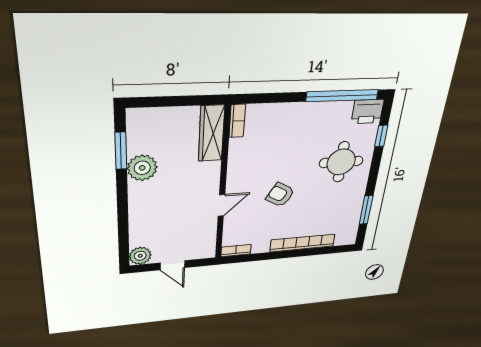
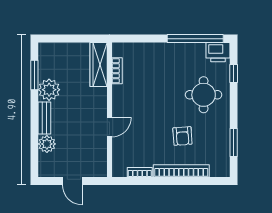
bookcase: (237, 121) -> (117, 71), moved
armchair: (280, 195) -> (182, 136), moved, turned -124
bench: (136, 201) -> (44, 118), added
bookcase: (236, 251) -> (140, 172), moved
plant: (140, 256) -> (47, 144), moved

